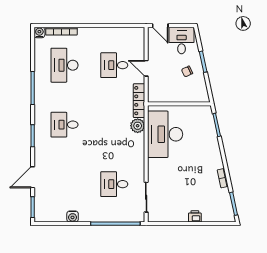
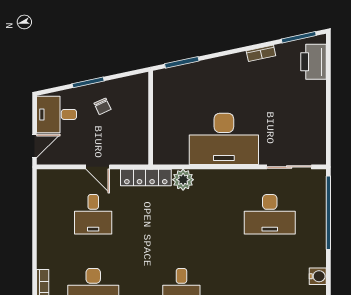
door: (146, 68) -> (98, 167), hinge flipped
desk: (165, 134) -> (224, 139), moved
desk: (114, 184) -> (270, 214), width x1.37
printer: (195, 216) -> (314, 62), moved, width x1.87, depth x1.48

